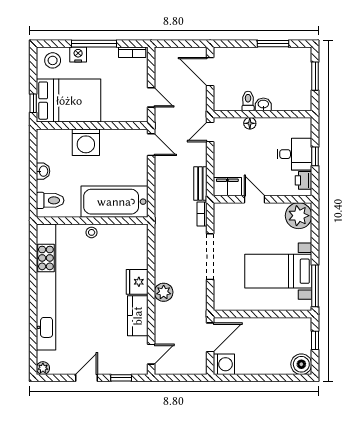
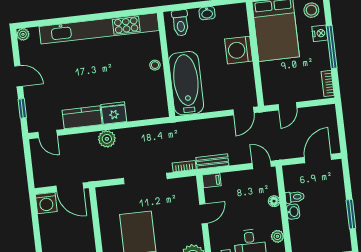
plant: (287, 124) -> (277, 236), added
filing cabinet: (227, 187) -> (212, 180), width x0.50

